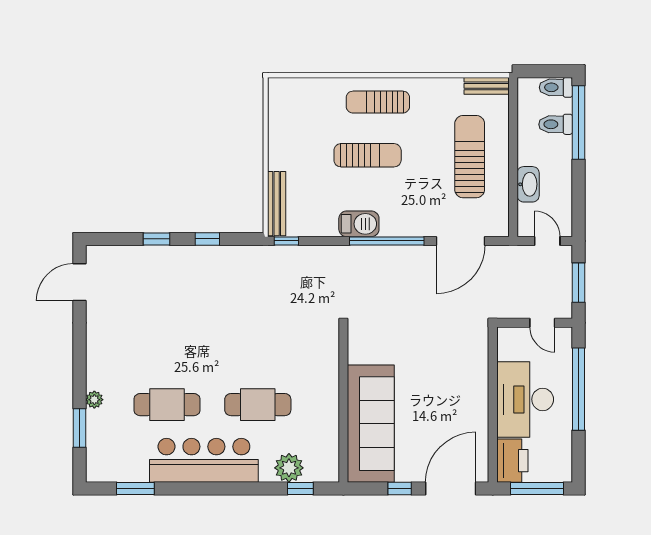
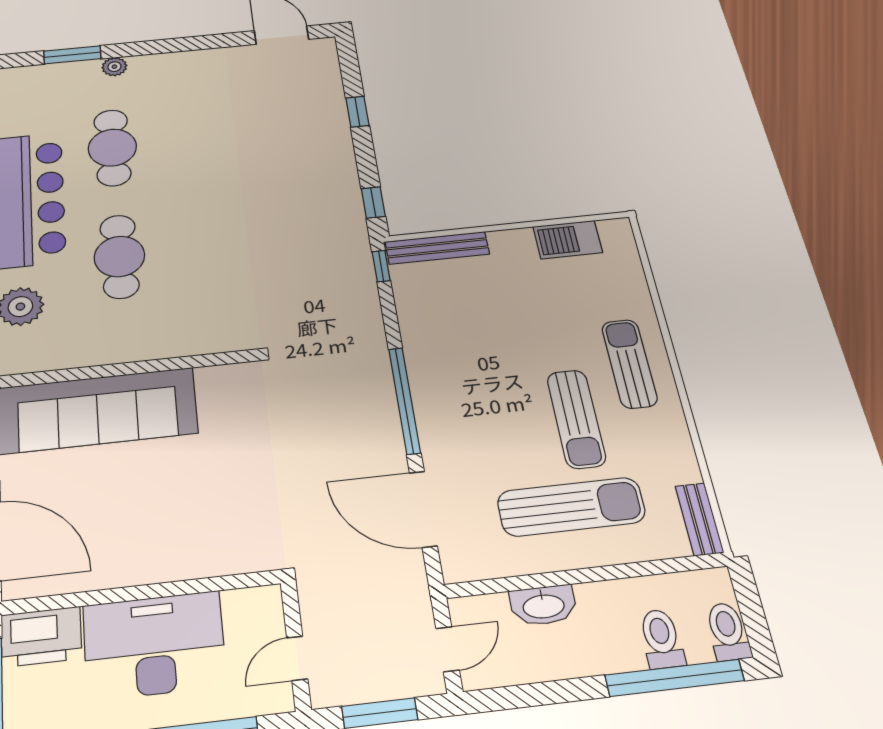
sun lounger: (368, 155) -> (576, 419), moved
barbecue: (359, 224) -> (568, 240), moved, turned 90
window: (207, 239) -> (373, 202), moved

